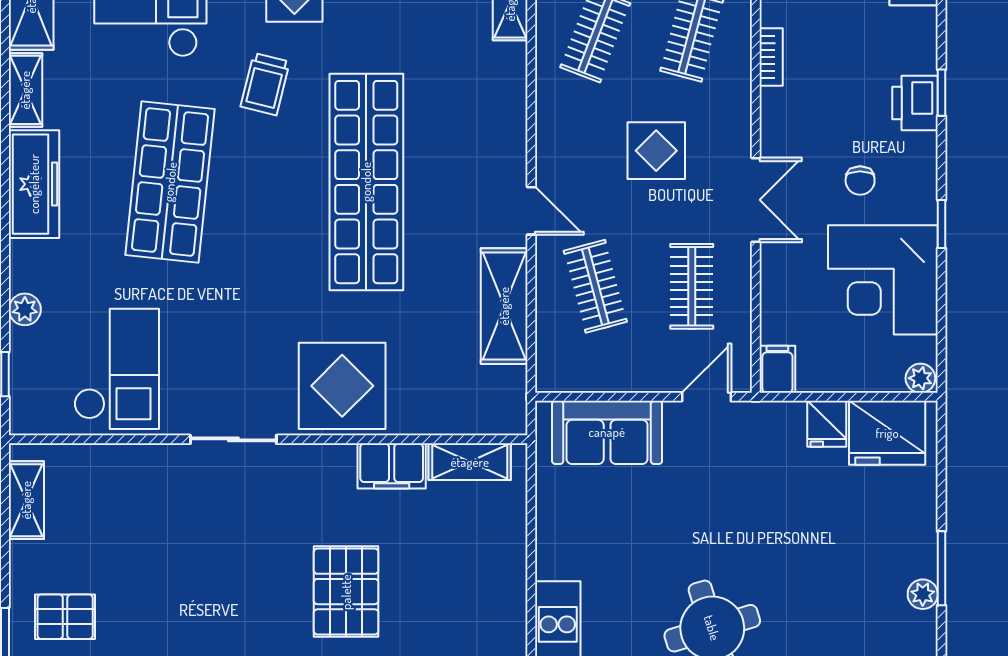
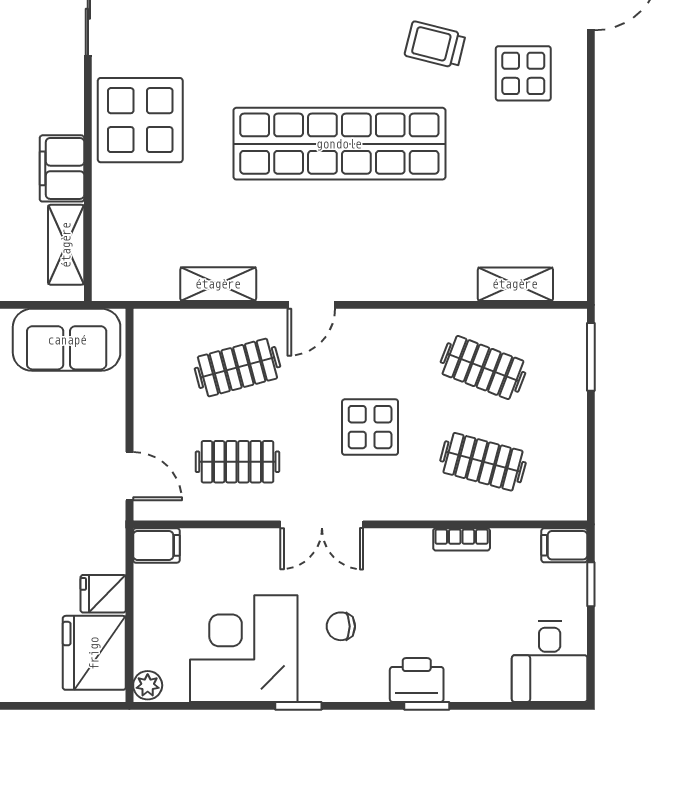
shelving: (504, 306) -> (218, 284), width x0.67, depth x0.75
sofa: (607, 432) -> (67, 340), moved, turned -90

